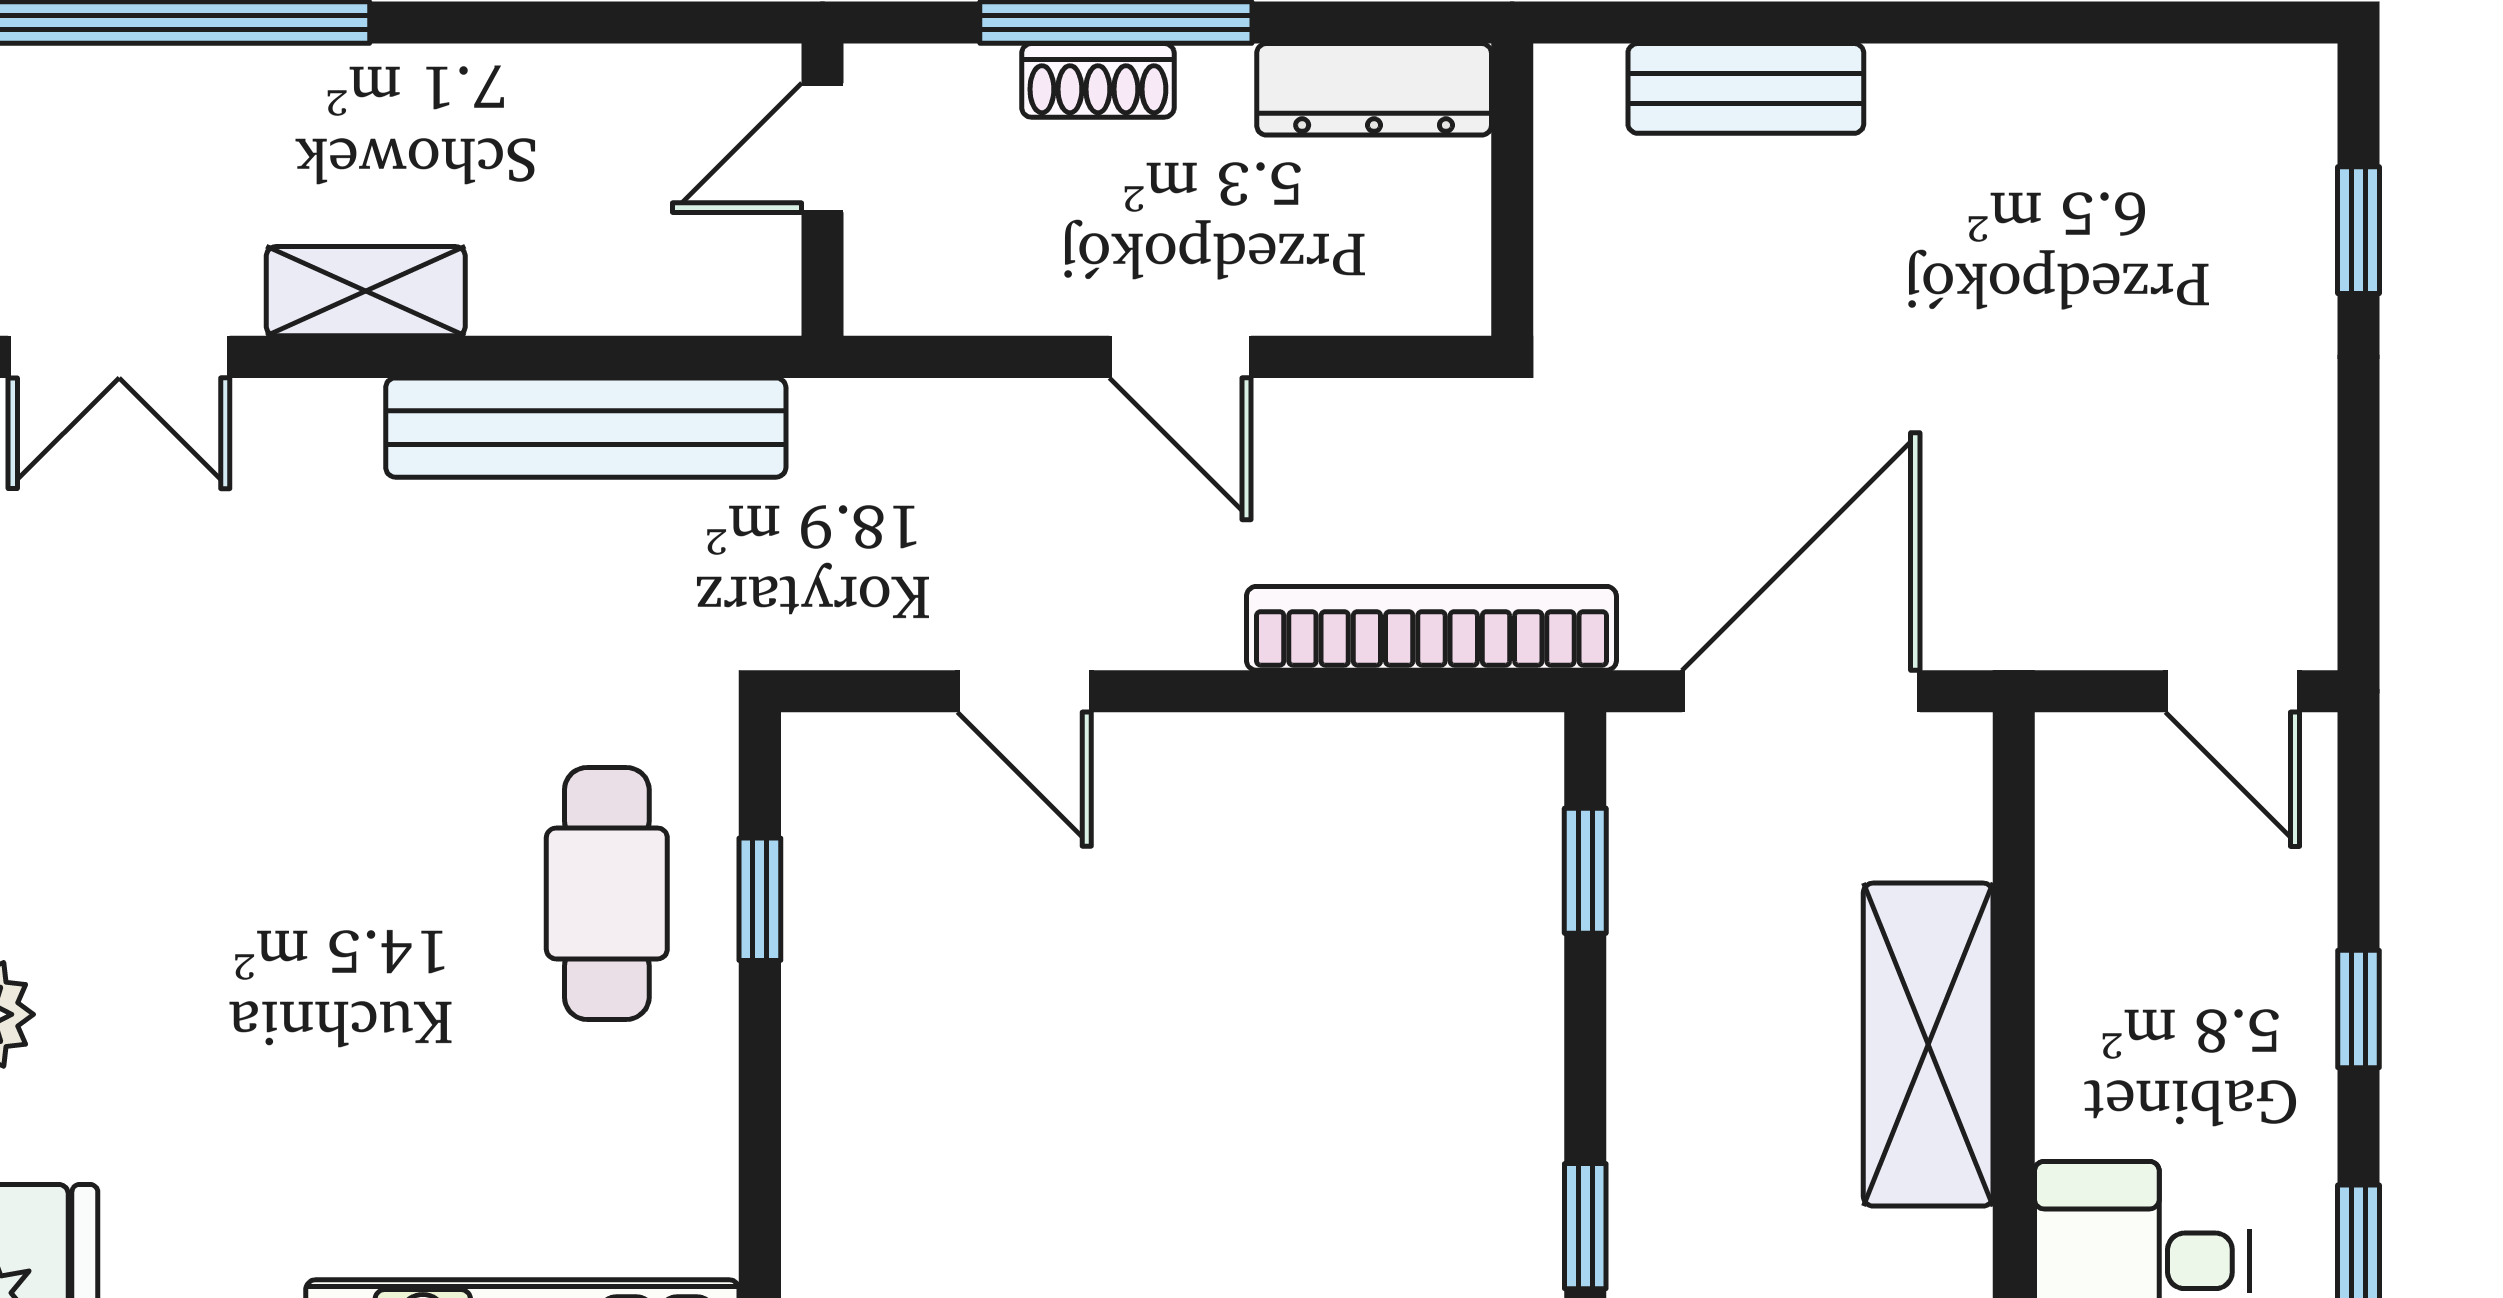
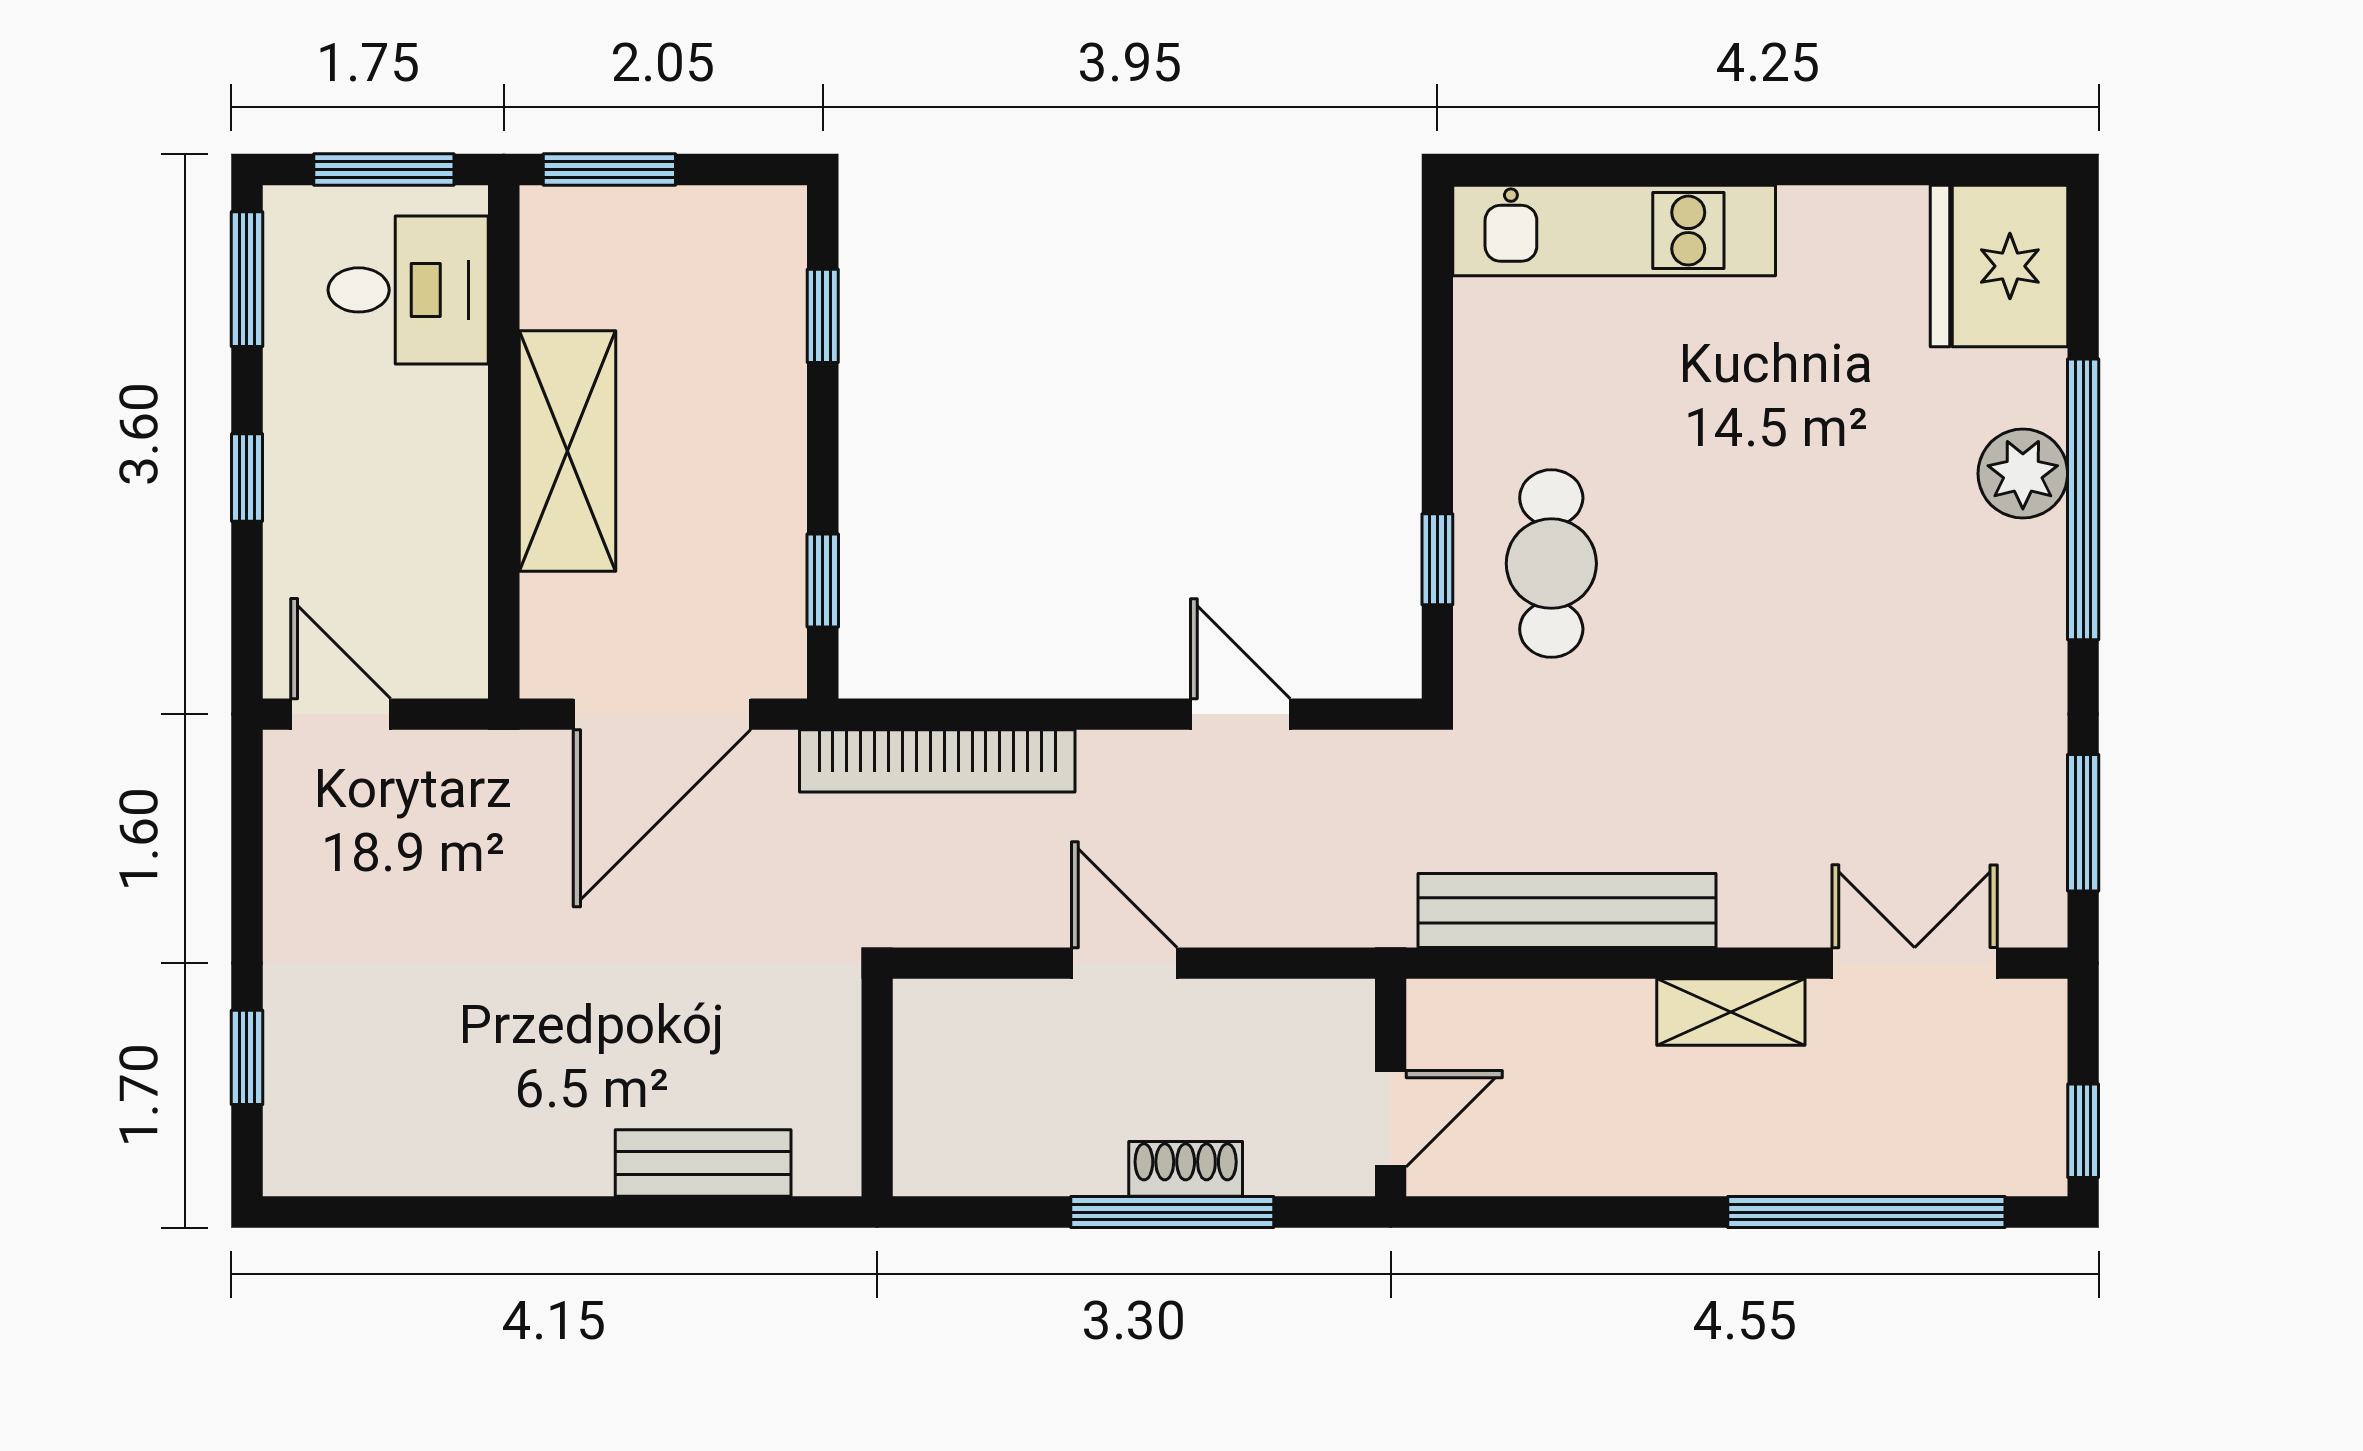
dresser: (1374, 89) -> (980, 1162), removed

